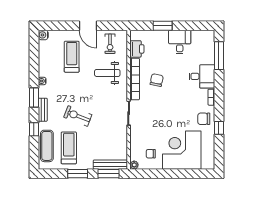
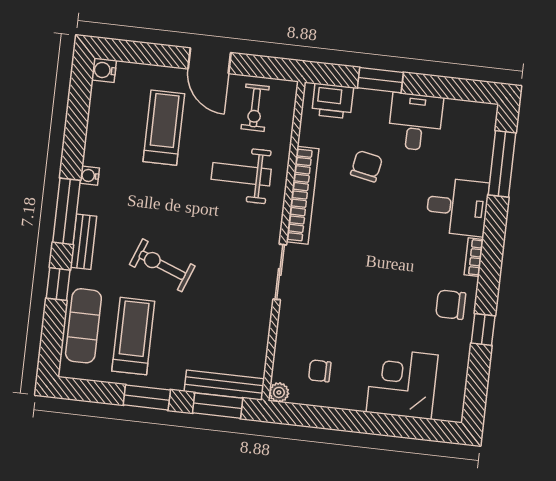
printer: (137, 49) -> (333, 101), moved, turned 90
chair: (157, 80) -> (367, 166), moved
window: (34, 97) -> (66, 211), width x1.44
corner desk: (182, 150) -> (402, 384), width x0.74, depth x0.74

